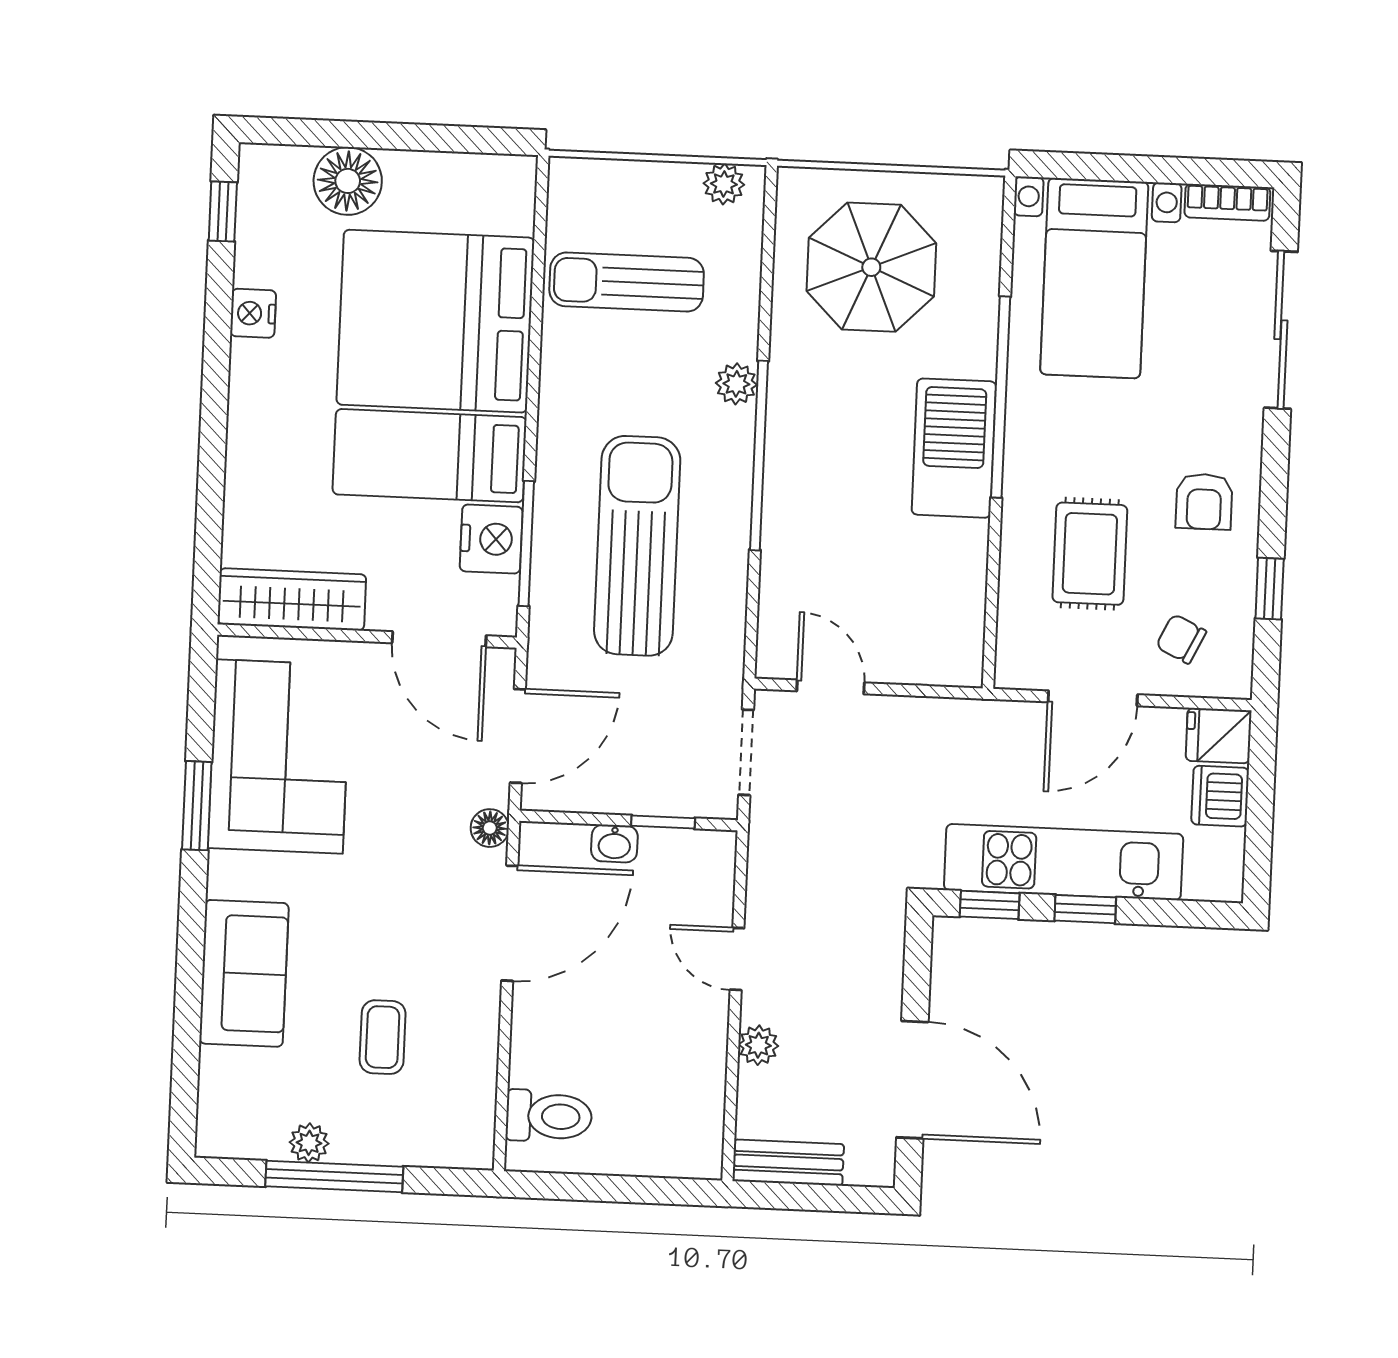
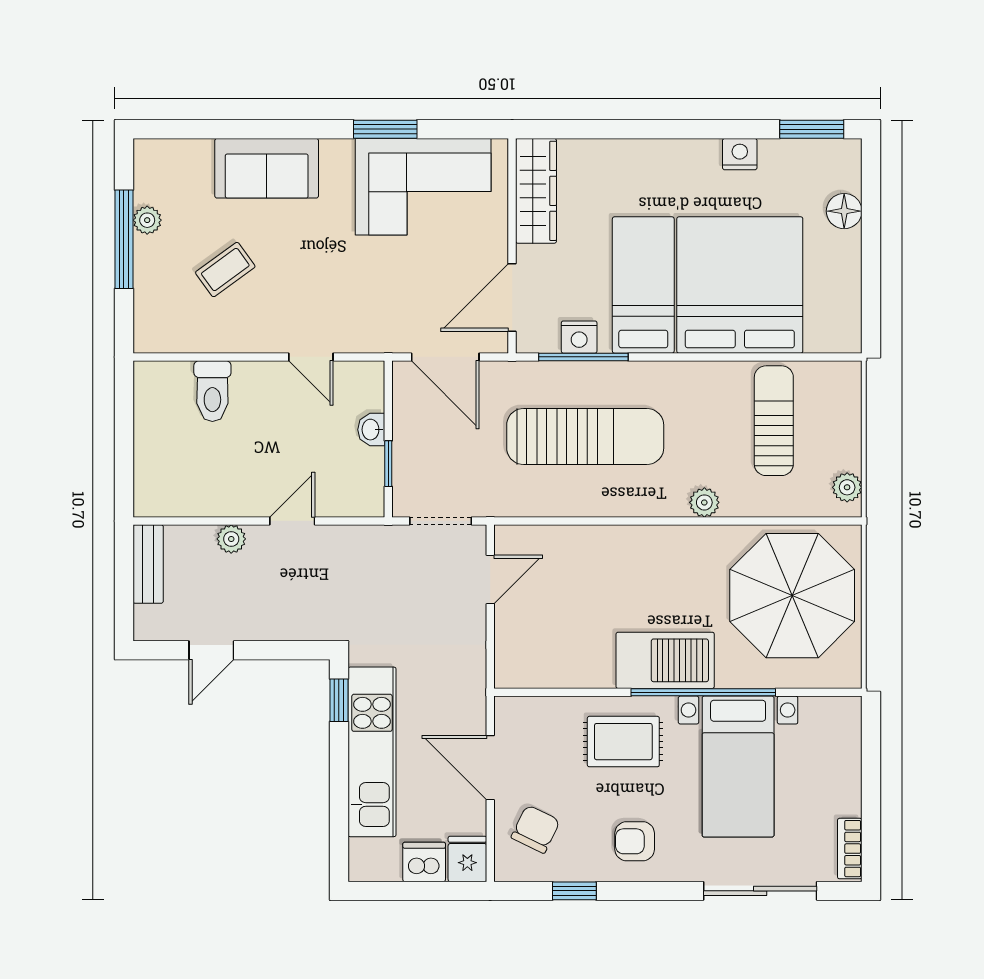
floor lamp: (348, 181) -> (844, 211), width x0.73, depth x0.73
window: (223, 211) -> (812, 129), width x1.50
parasol: (871, 267) -> (792, 596), width x1.36, depth x1.36
bed with nightstands: (1094, 278) -> (738, 767), moved, turned -90
window: (759, 455) -> (654, 521), removed
nightstand: (491, 539) -> (579, 337), width x0.74, depth x0.75
rug: (1090, 554) -> (623, 742), moved
chair: (1181, 639) -> (536, 829), width x1.37, depth x1.37
floor lamp: (490, 828) -> (378, 340), removed
window: (1085, 909) -> (339, 769), removed
door: (510, 923) -> (311, 357), width x0.53
coffee table: (383, 1037) -> (225, 270), turned -36
door: (912, 1080) -> (211, 650), width x0.53
toilet: (549, 1116) -> (212, 391), moved

